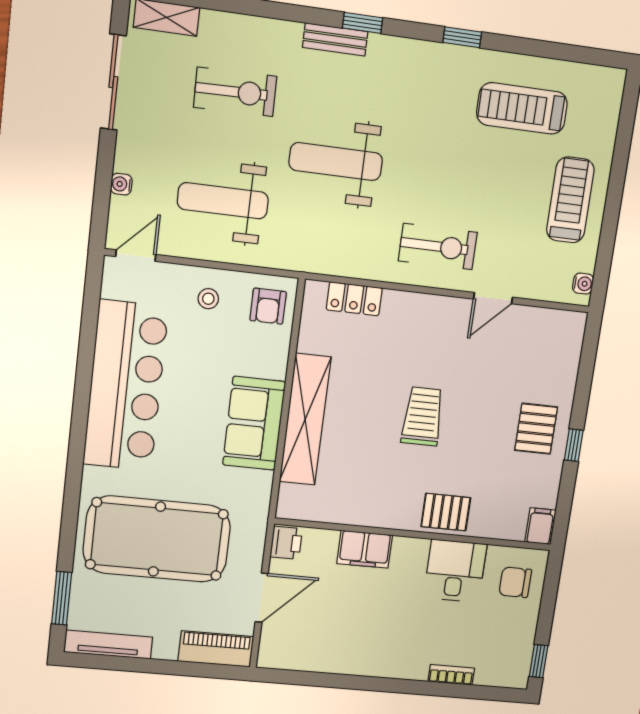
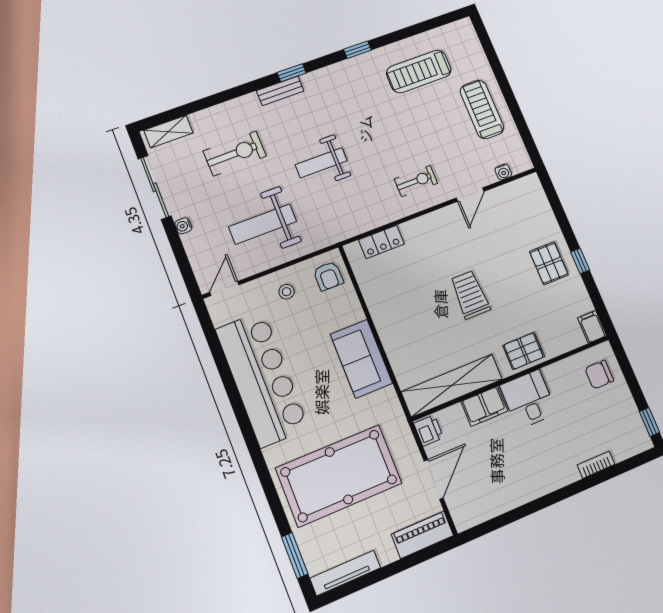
weight bench: (336, 162) -> (321, 163), width x0.73, depth x0.75
water cooler: (121, 184) -> (183, 226), moved
exercise bike: (438, 247) -> (416, 181), width x0.73, depth x0.72
water cooler: (583, 284) -> (503, 172), moved, turned 90
shelving: (305, 419) -> (452, 385), moved, turned 90
desk: (455, 571) -> (528, 399), moved

